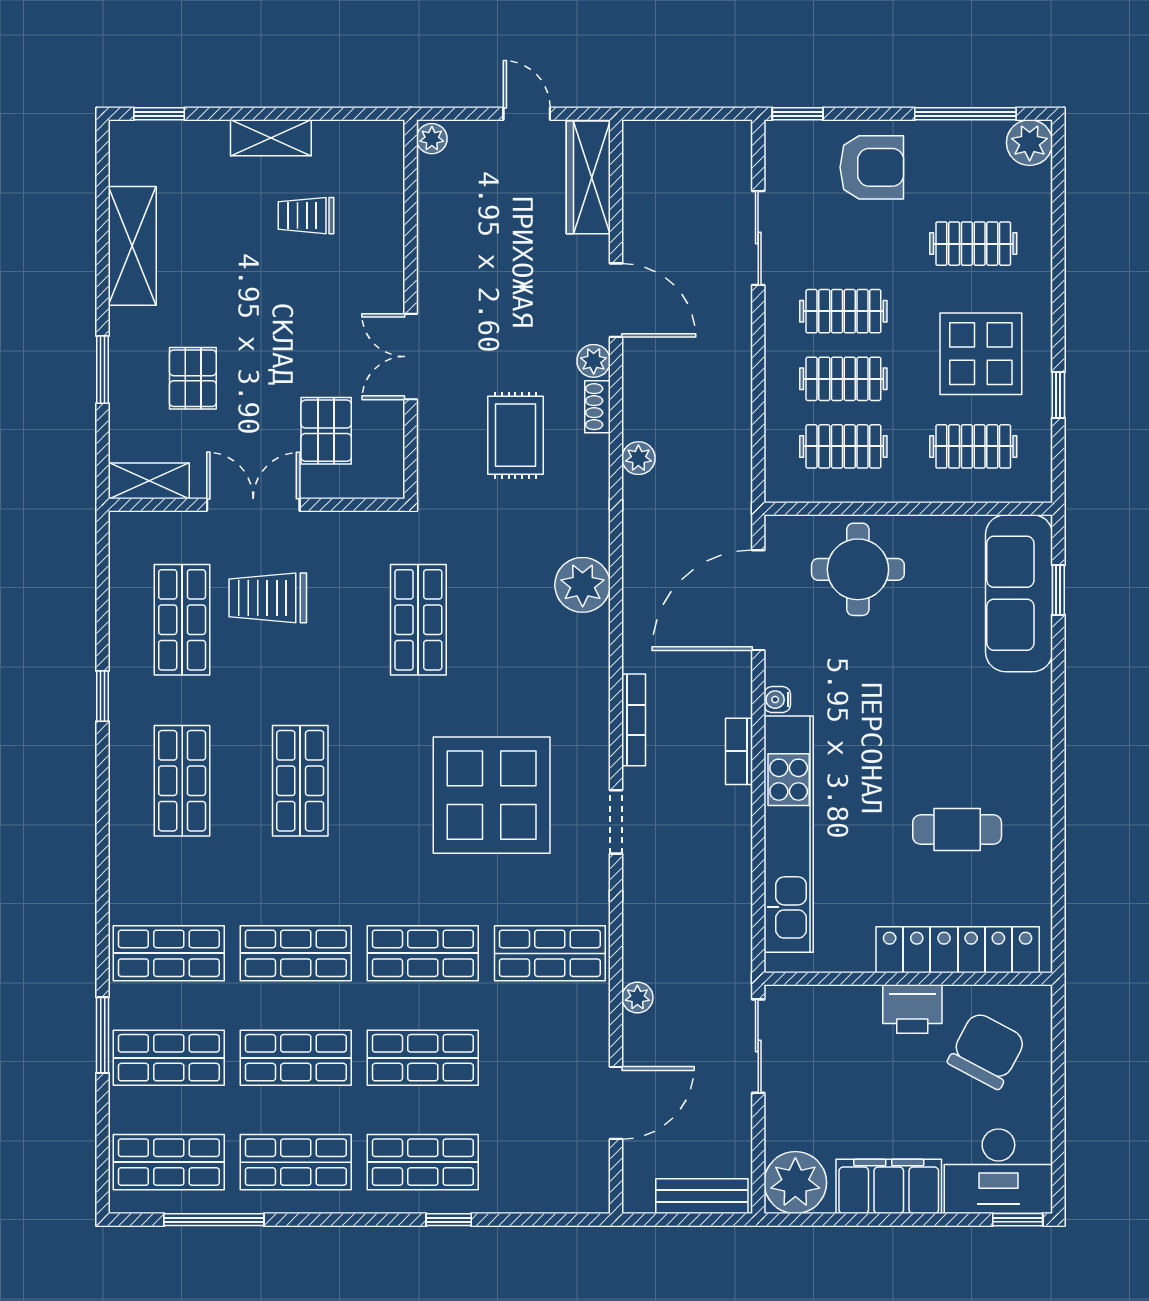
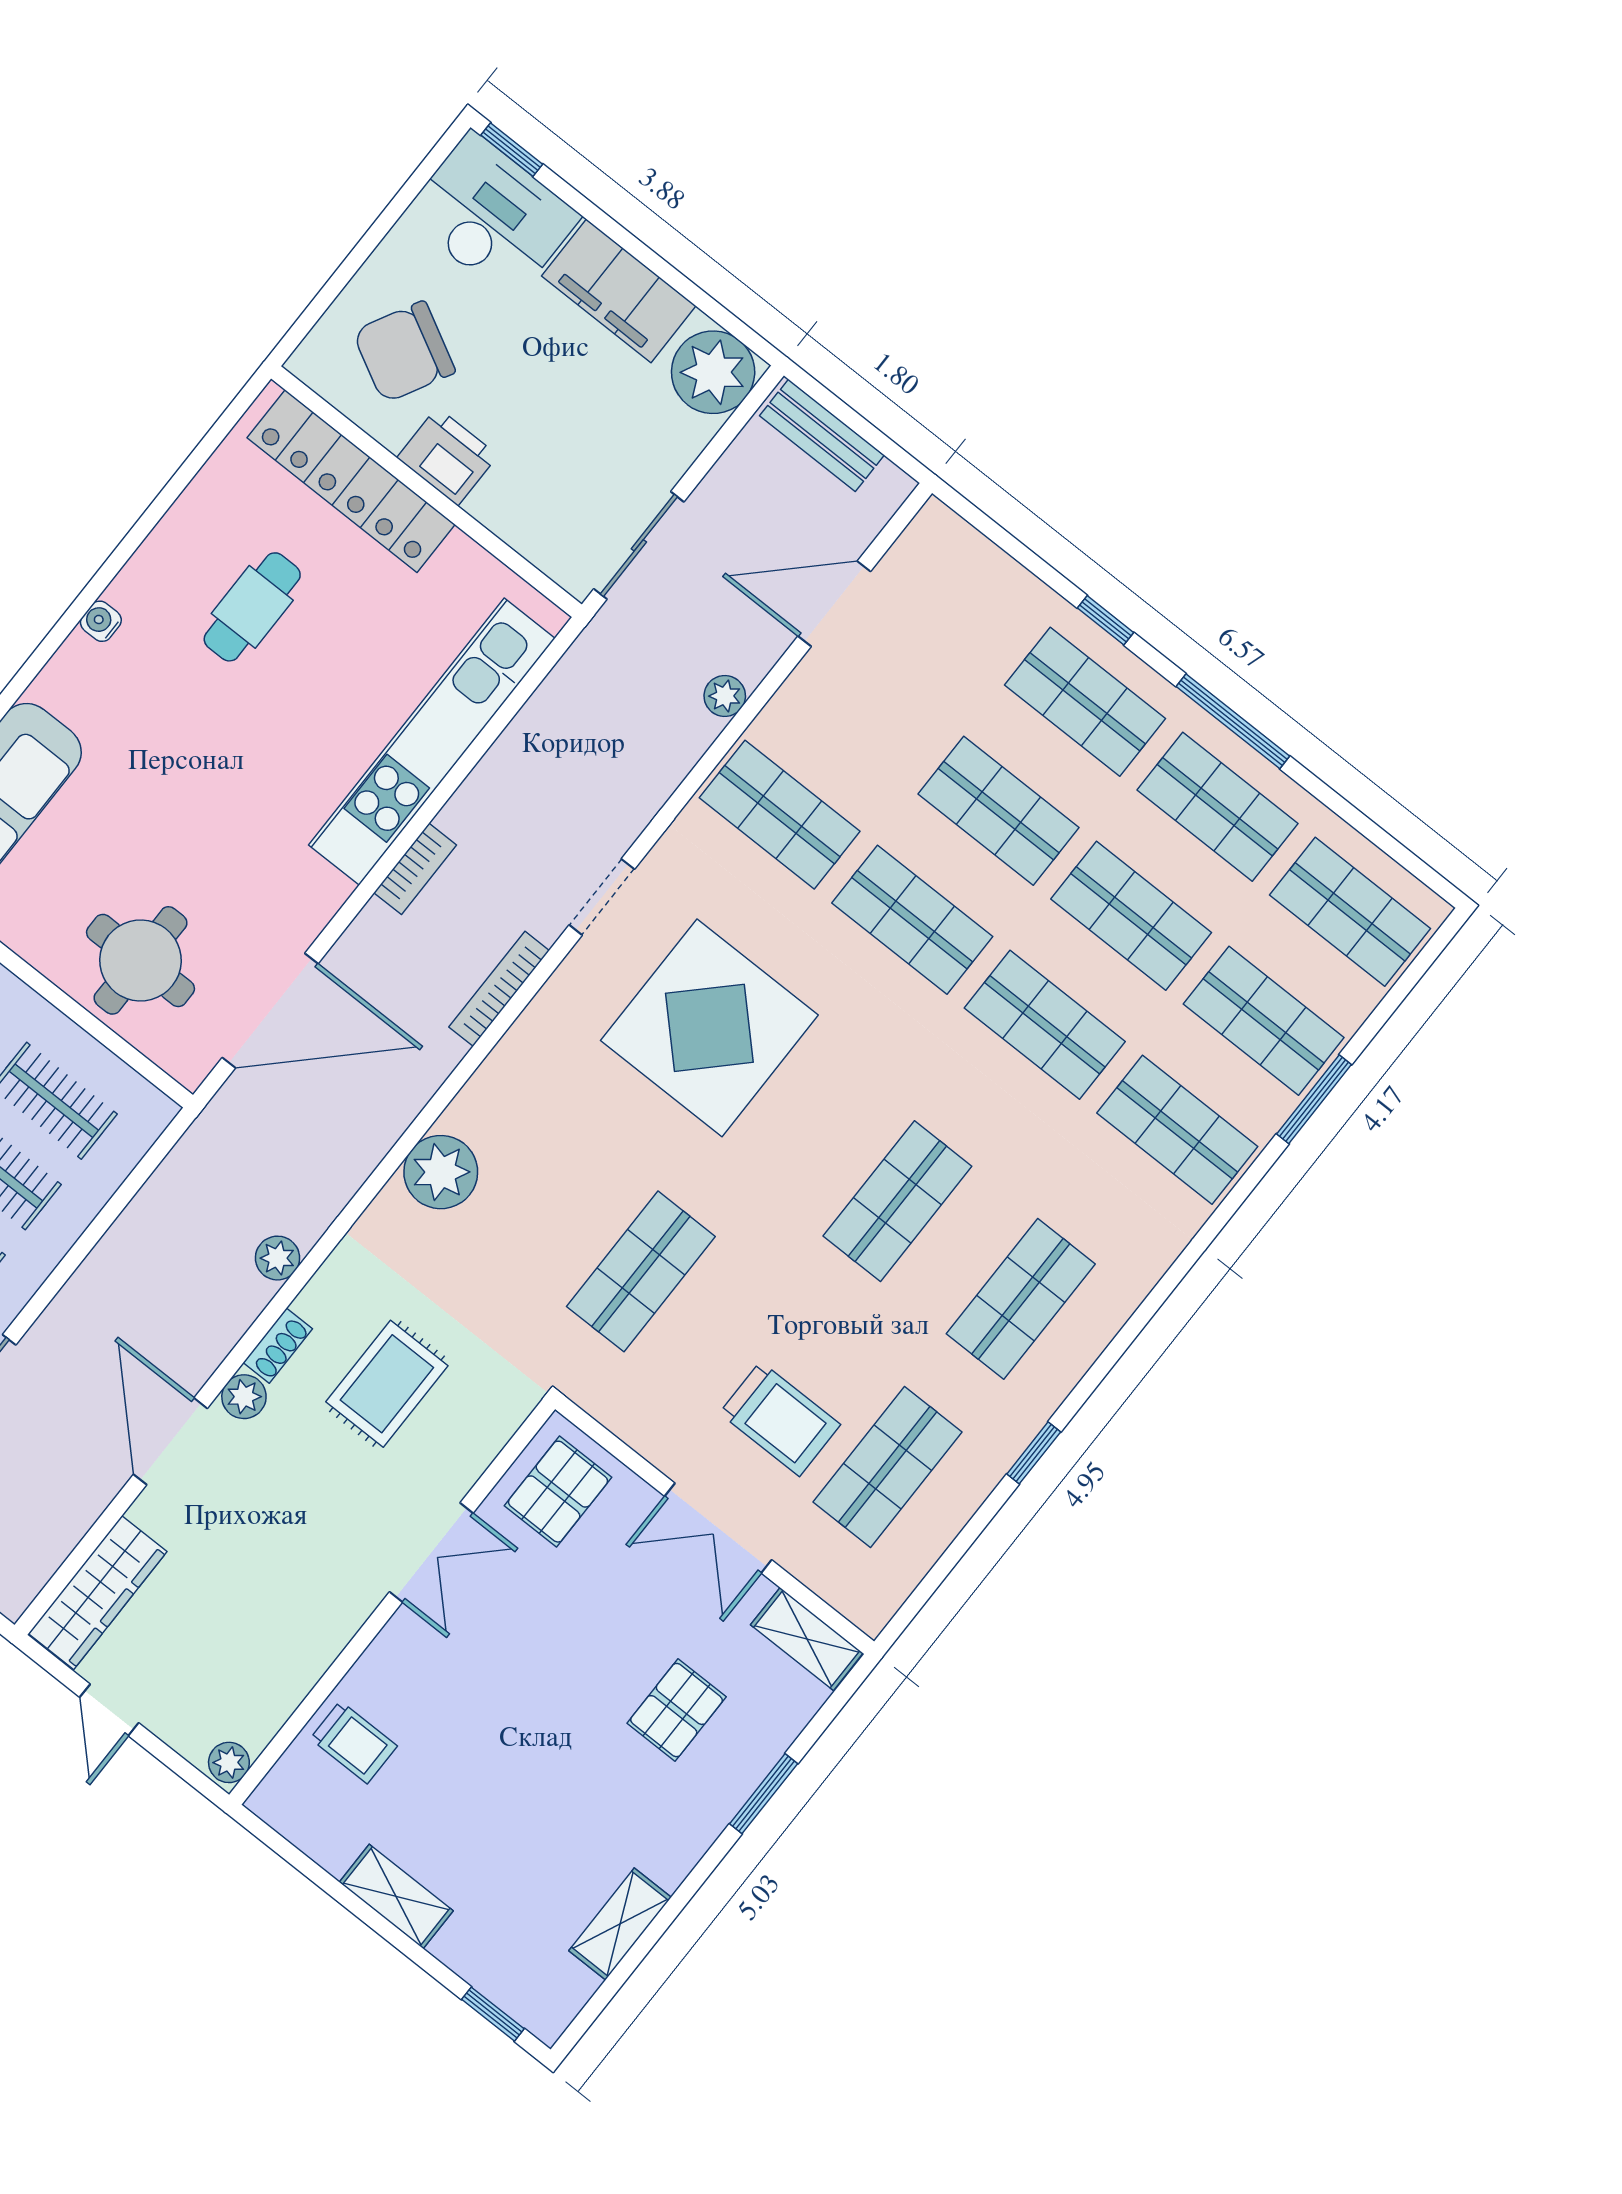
trolley: (306, 216) -> (354, 1742), moved
shelving: (132, 246) -> (620, 1924), width x0.67, depth x0.75
pallet: (326, 431) -> (558, 1492), moved
water cooler: (777, 700) -> (101, 621), moved, turned 180
cafe table: (957, 830) -> (252, 607), turned 90
window: (214, 1220) -> (1233, 721), moved

